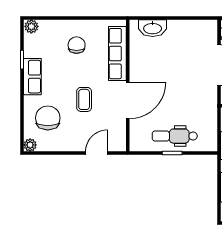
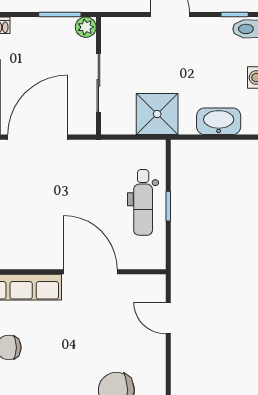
coffee table: (84, 99) -> (89, 336), removed

